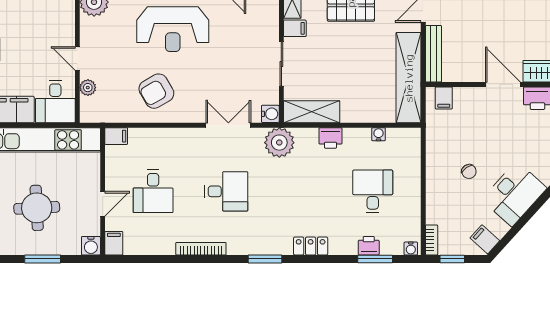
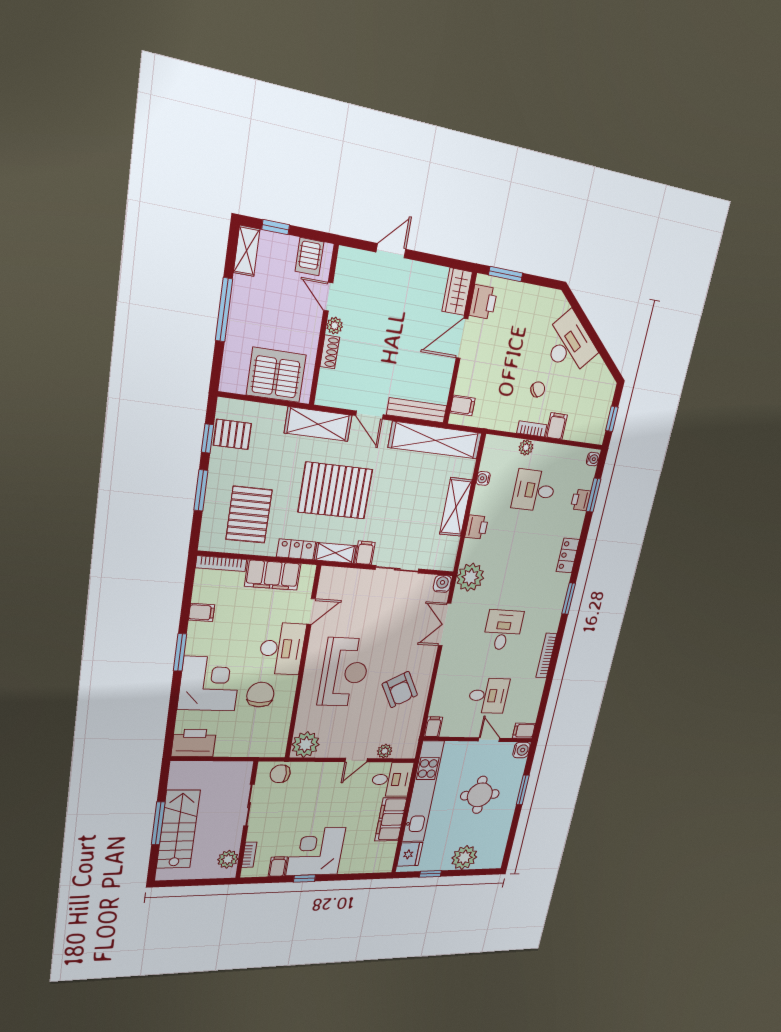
shelving: (312, 112) -> (456, 507), moved
plant: (413, 172) -> (526, 448), added
filing cabinet: (485, 239) -> (556, 426), moved, turned 138
bookcase: (432, 240) -> (532, 429), moved

